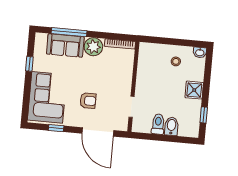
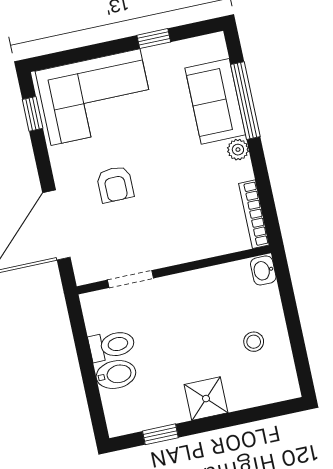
plant: (93, 47) -> (238, 150), width x0.53, depth x0.53
washbasin: (200, 52) -> (263, 270), moved
window: (56, 128) -> (33, 114), moved

